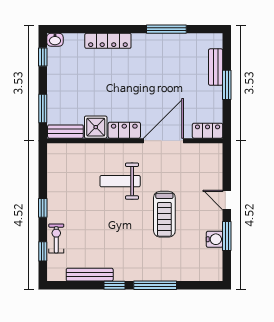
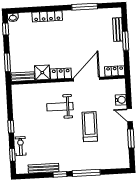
treadmill: (164, 214) -> (90, 127), turned 180
water cooler: (215, 239) -> (121, 100), moved

